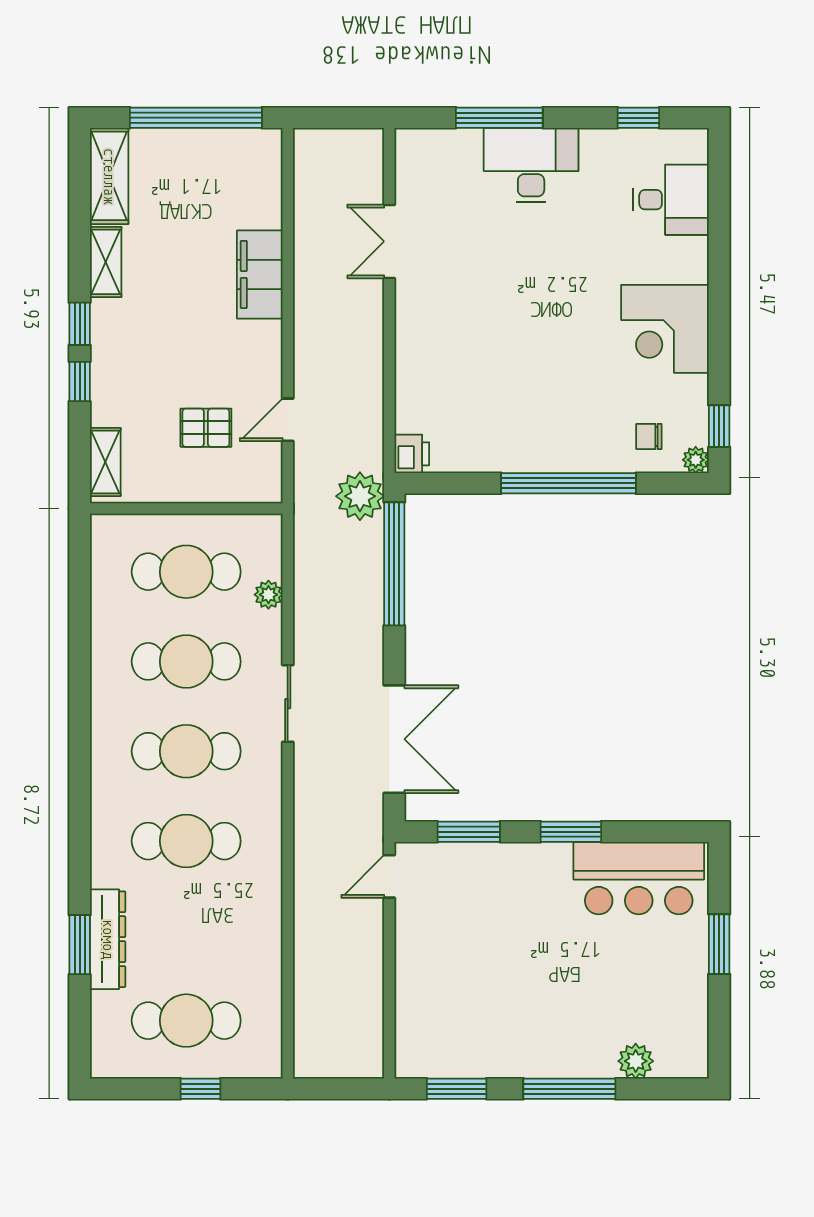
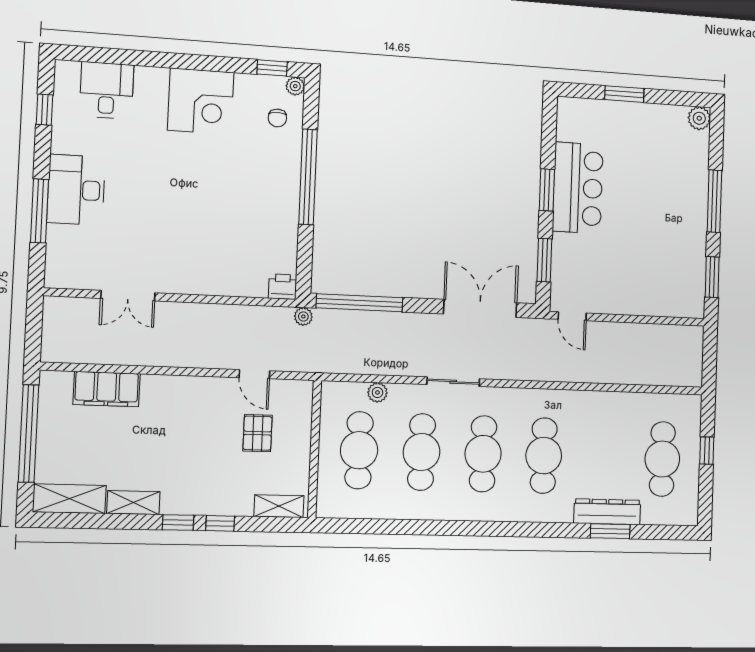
filing cabinet: (260, 275) -> (107, 389), moved
plant: (360, 496) -> (303, 316), width x0.53, depth x0.53
bar counter: (639, 878) -> (578, 188), moved
plant: (636, 1061) -> (699, 118), moved

